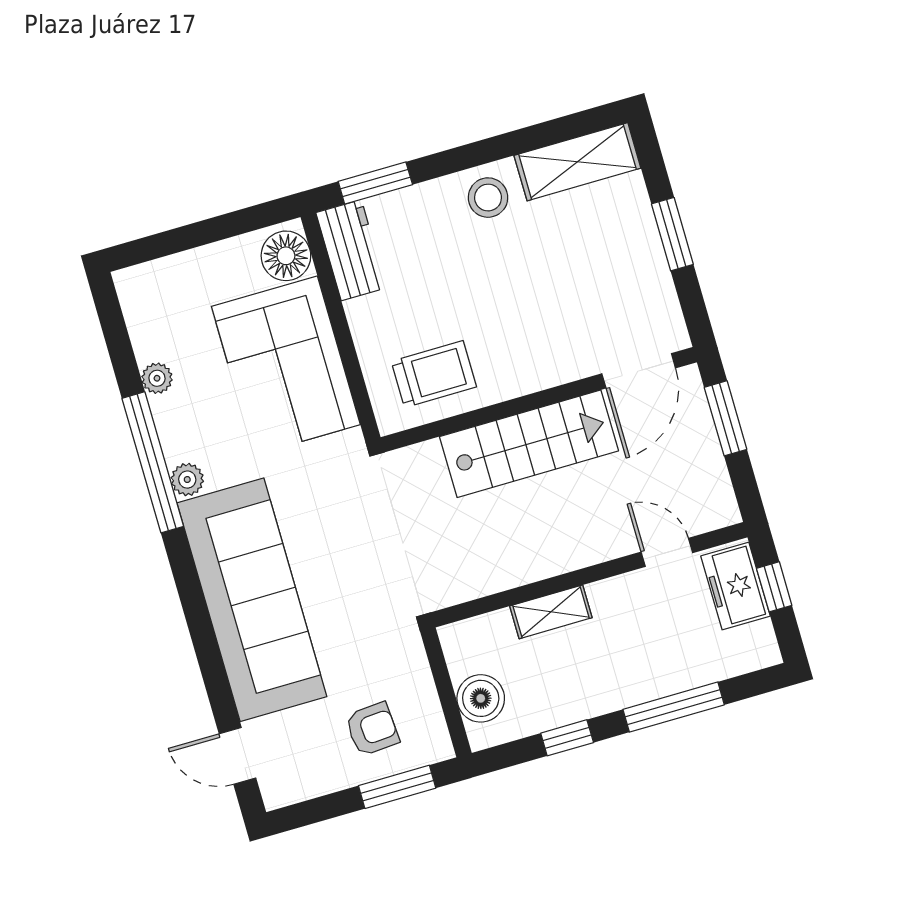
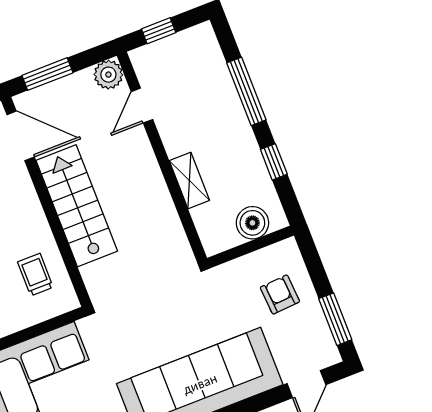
trolley: (434, 374) -> (35, 275), width x0.73, depth x0.72
plant: (717, 508) -> (108, 75), added
freezer: (735, 586) -> (160, 57), removed
window: (397, 787) -> (335, 319), moved

